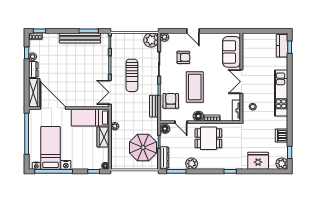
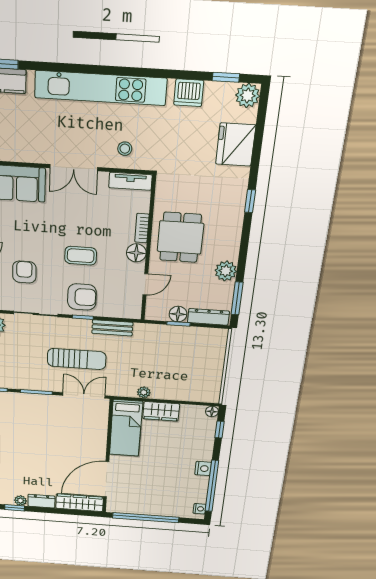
sun lounger: (132, 75) -> (77, 359), moved
coffee table: (195, 87) -> (81, 256), width x0.54, depth x0.58
double door: (110, 92) -> (84, 395), swing flipped
kitchen unit: (281, 93) -> (100, 88), width x1.36
armchair: (171, 101) -> (82, 297), moved, turned 180
floor lamp: (165, 129) -> (178, 314), moved
bed: (51, 148) -> (172, 487), removed
parasol: (143, 148) -> (186, 351), removed

